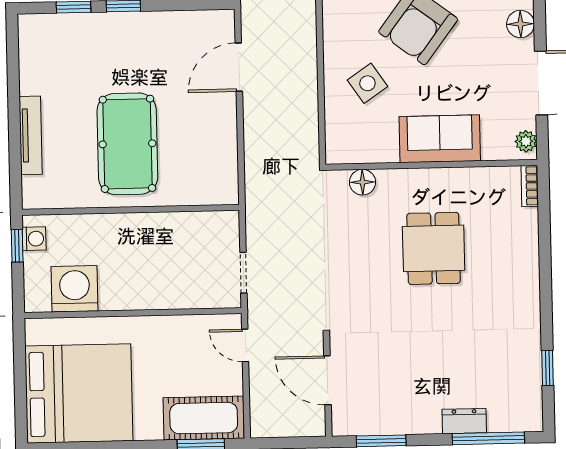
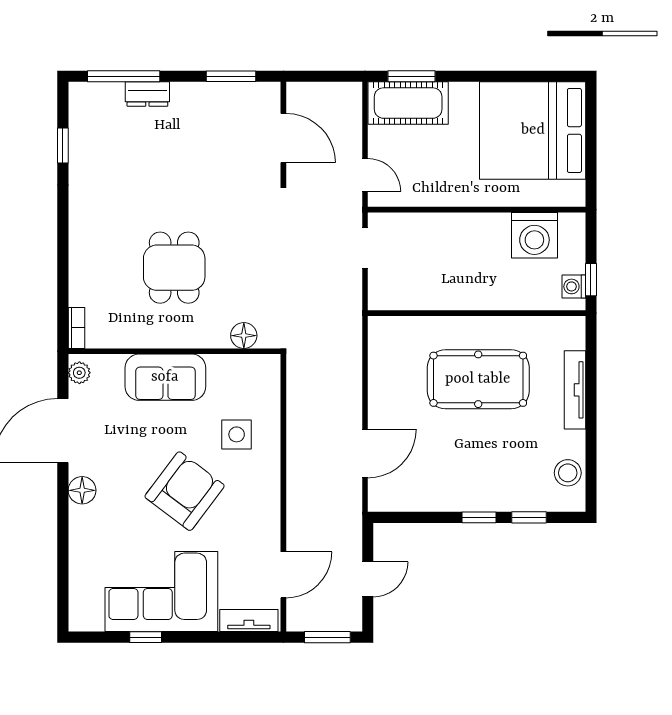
stool: (36, 52) -> (568, 473), added
side table: (367, 83) -> (237, 434), turned 34
pool table: (127, 144) -> (478, 379), turned 90

